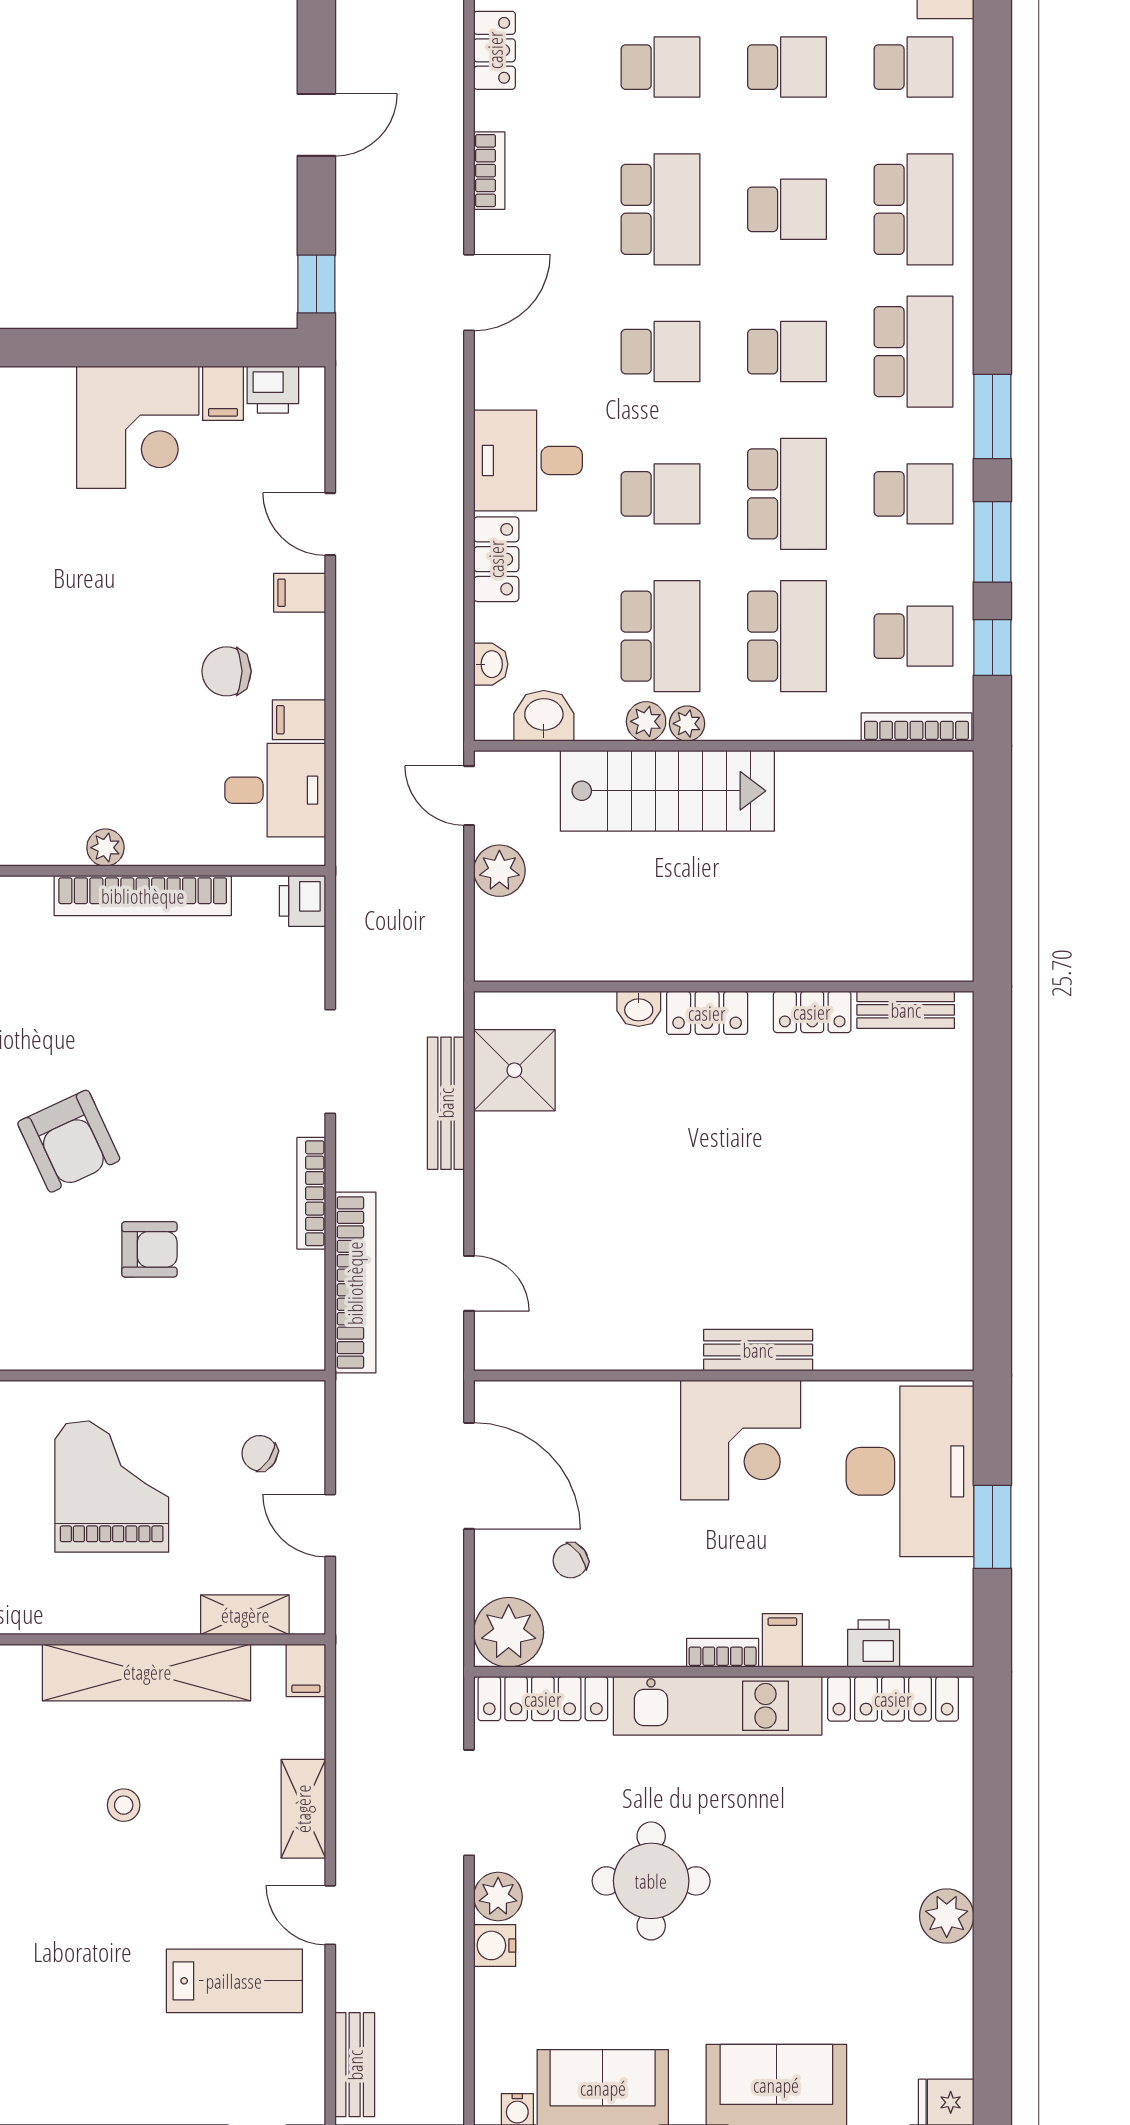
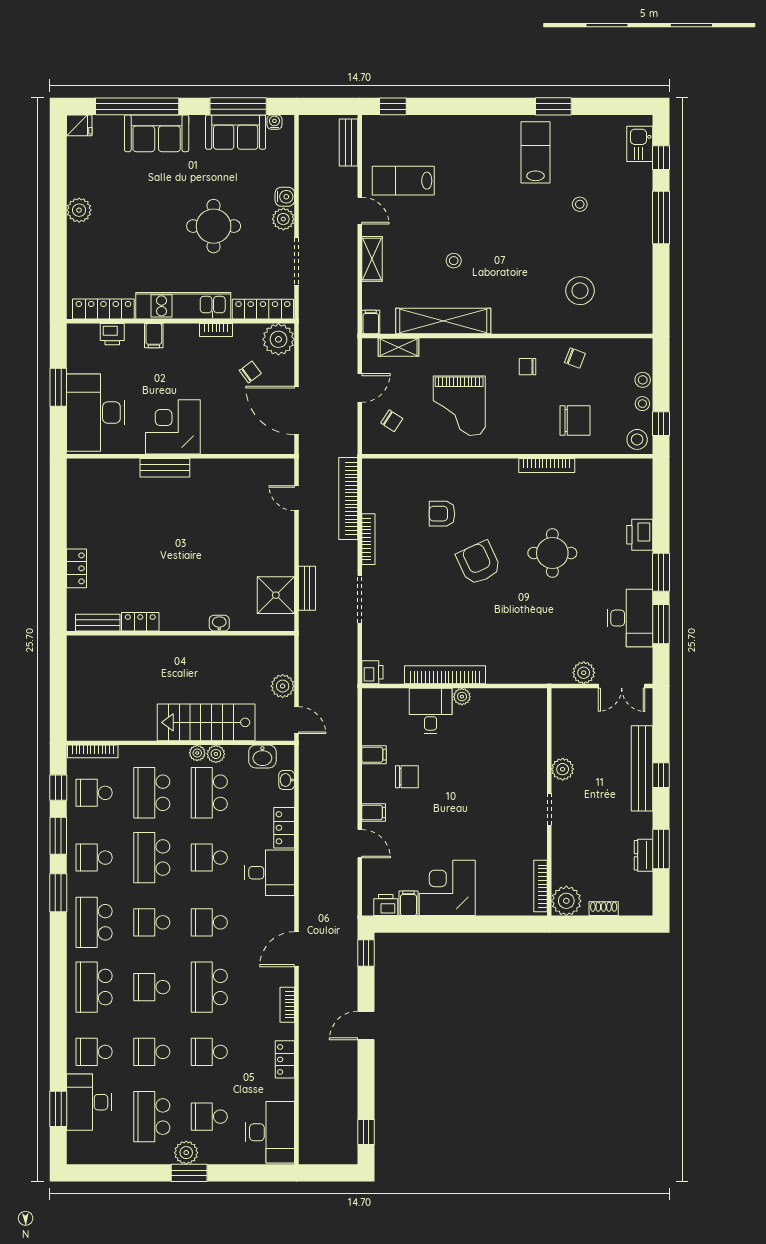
desk: (275, 790) -> (431, 711), moved, turned 90
locker: (707, 1013) -> (77, 568), moved, turned 90
bench: (446, 1103) -> (307, 588), width x0.73
door: (330, 1525) -> (360, 388), hinge flipped
bookcase: (723, 1653) -> (216, 330), moved

